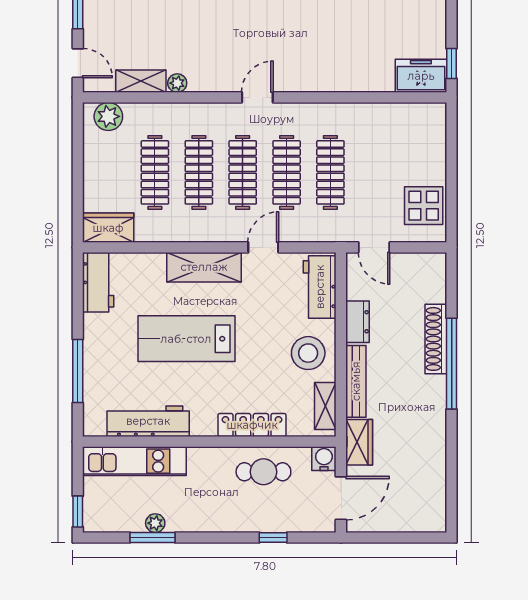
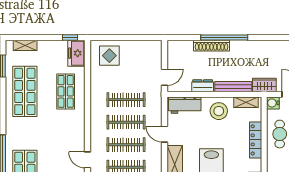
shop shelf: (346, 55) -> (66, 91), added
door: (257, 97) -> (88, 160), moved
display table: (424, 206) -> (109, 56), moved

